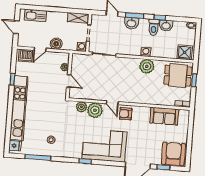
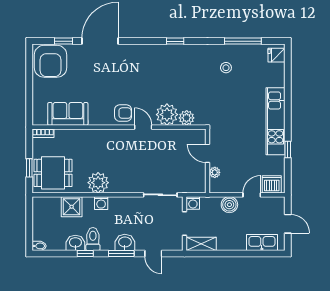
shower: (185, 52) -> (72, 207), moved
kitchen unit: (19, 108) -> (275, 121), width x0.73
corner sofa: (104, 145) -> (149, 66), removed

